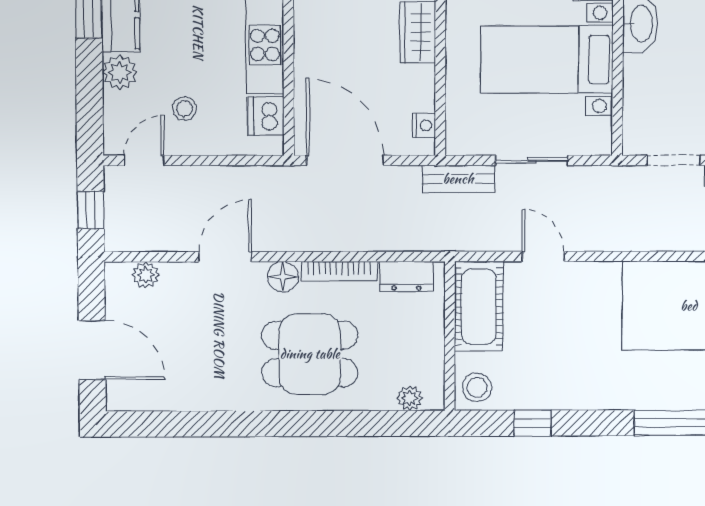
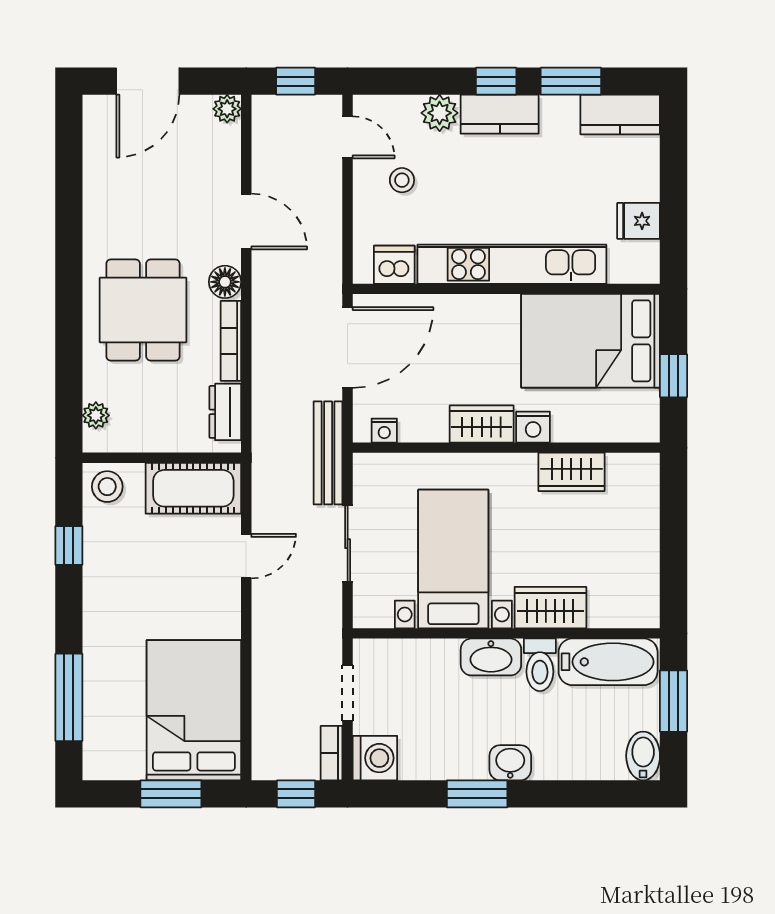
bench: (458, 179) -> (328, 453), width x1.36
plant: (146, 275) -> (227, 109), moved

